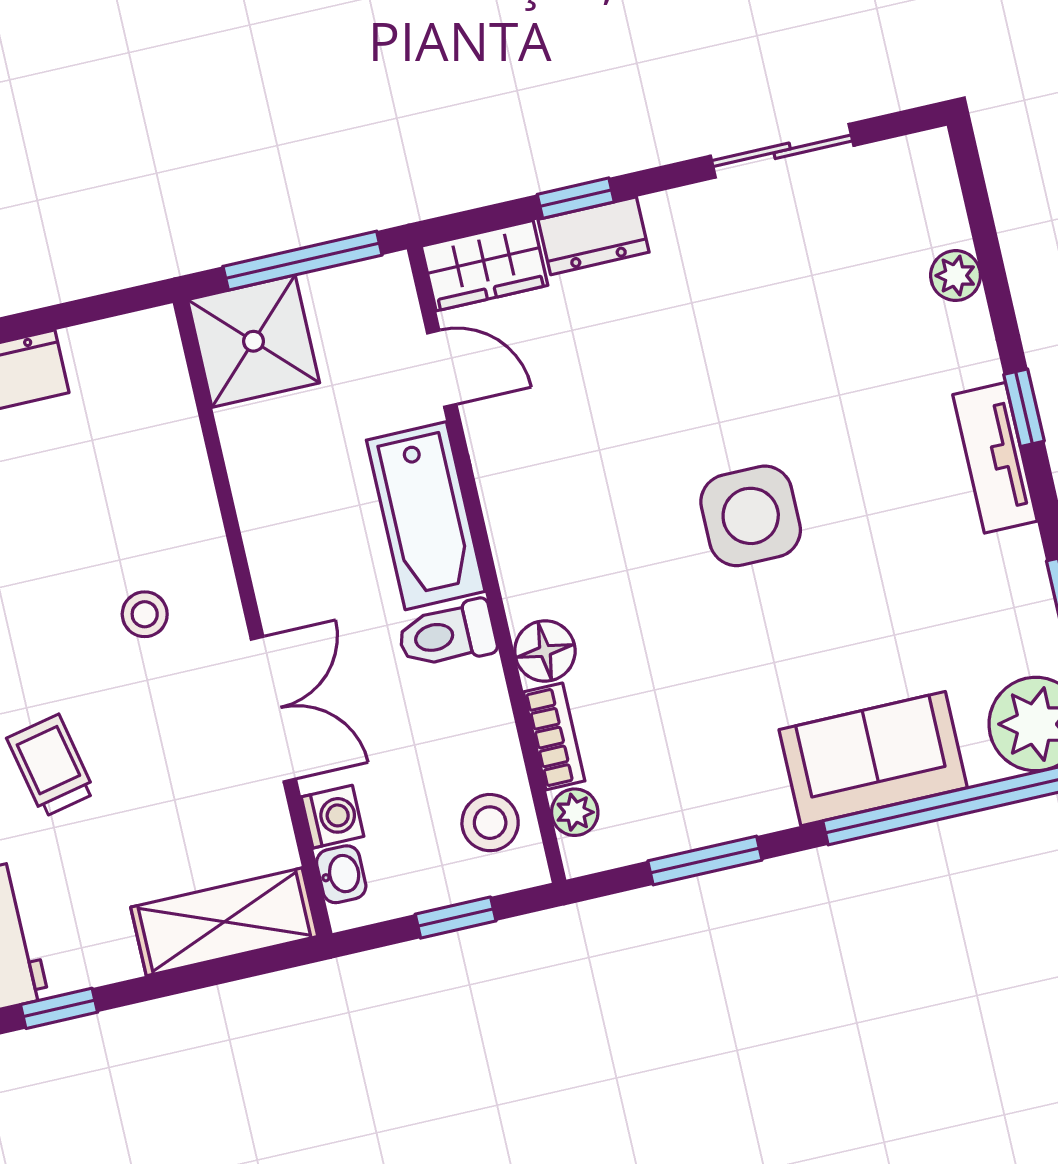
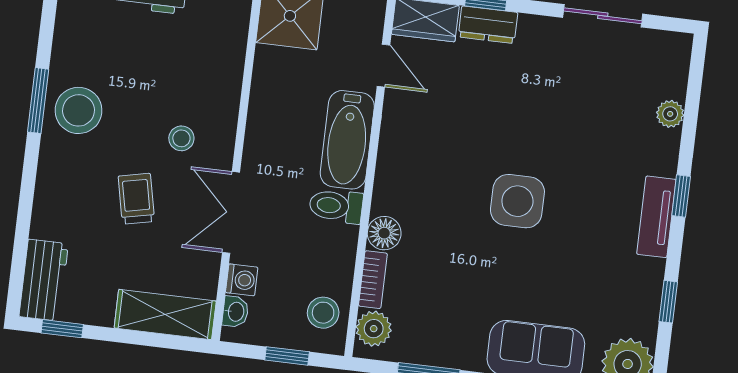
double door: (273, 709) -> (231, 212), swing flipped
trolley: (51, 766) -> (136, 199), moved
plant: (575, 812) -> (374, 329), width x1.38, depth x1.38

